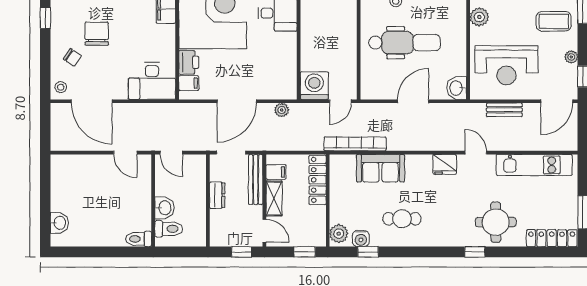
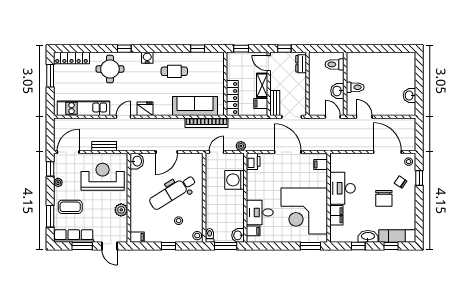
window: (45, 18) -> (419, 178), moved
dental chair: (405, 43) -> (173, 192), turned -32
printer: (189, 62) -> (253, 161), moved, turned 180
desk: (152, 81) -> (343, 188), moved, turned -90
washing machine: (314, 86) -> (234, 180), moved, turned 90
door: (237, 101) -> (288, 152), hinge flipped
plant: (282, 110) -> (241, 146), moved
door: (476, 153) -> (124, 117), swing flipped
sofa: (381, 168) -> (195, 106), width x1.36
bench: (256, 179) -> (275, 103), width x0.73
dresser: (217, 195) -> (301, 64), moved
washbasin: (164, 208) -> (337, 91), moved
washbasin: (59, 223) -> (409, 96), moved
plant: (339, 234) -> (218, 61), removed
toilet: (139, 239) -> (355, 87), moved
water cooler: (361, 239) -> (147, 58), moved

